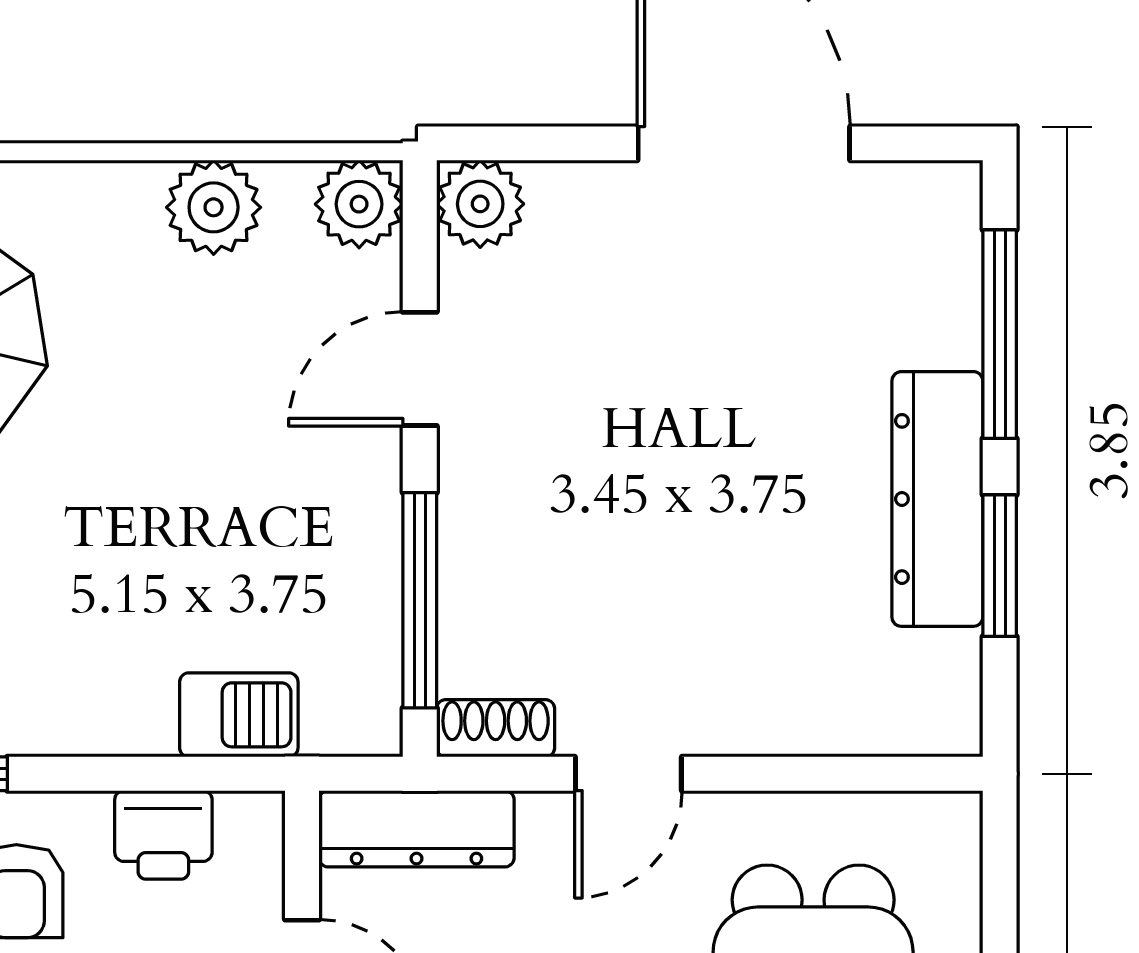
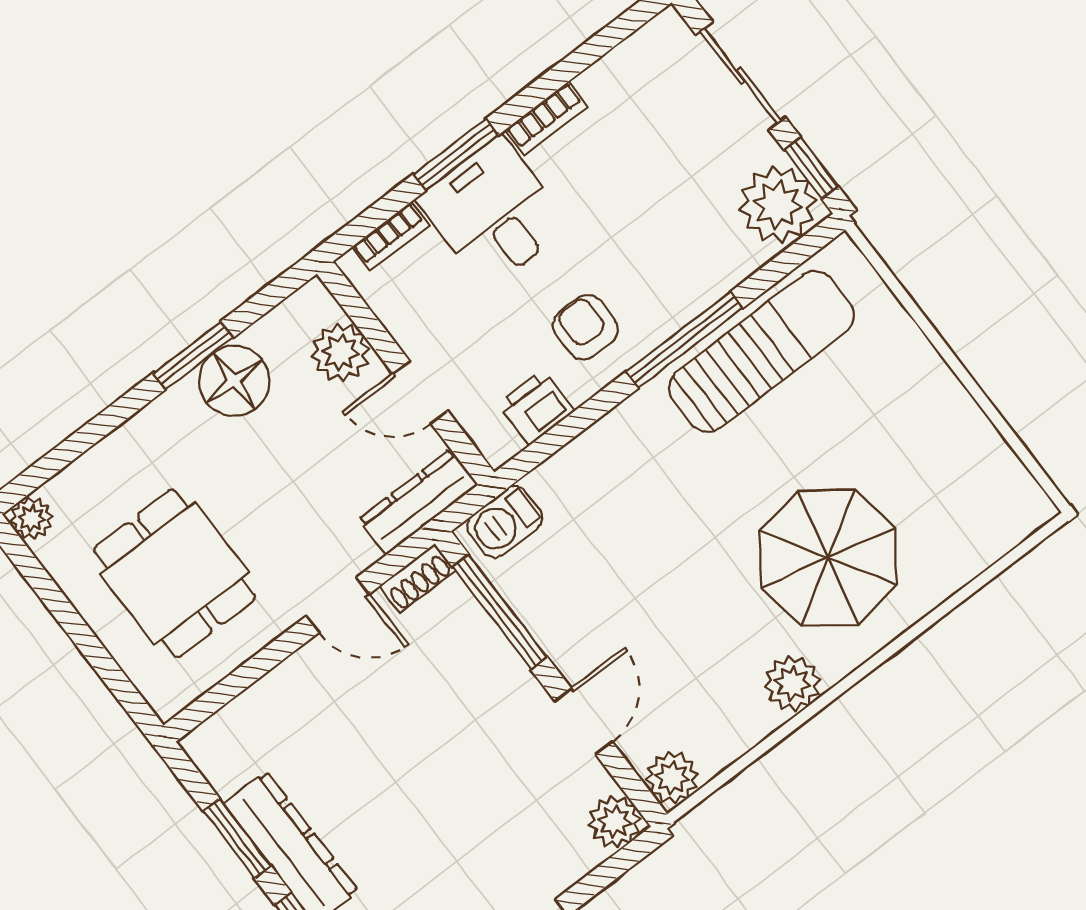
plant: (214, 207) -> (792, 683), moved
barbecue: (239, 715) -> (505, 522), moved
door: (628, 774) -> (338, 605), swing flipped

